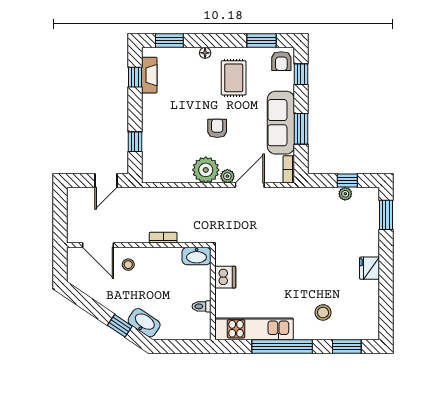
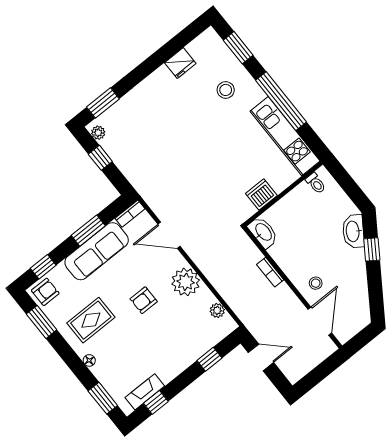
plant: (227, 176) -> (217, 310), moved
plant: (345, 194) -> (98, 133), moved
fridge: (370, 268) -> (180, 63), moved
toilet: (201, 306) -> (316, 183), moved

